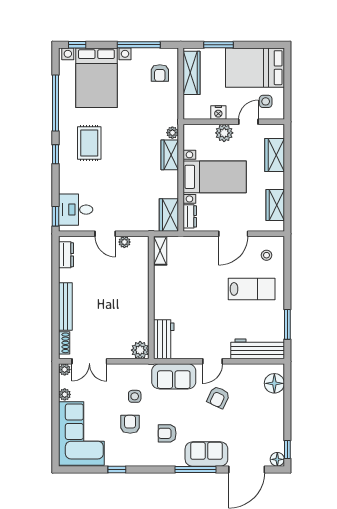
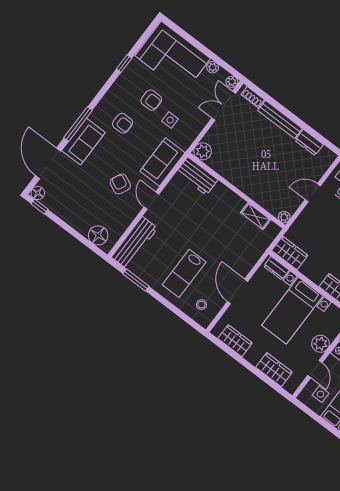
plant: (124, 242) -> (284, 217), moved
shelving: (160, 251) -> (255, 216), moved
dresser: (66, 255) -> (309, 142), moved
armchair: (167, 433) -> (123, 123), turned 90

